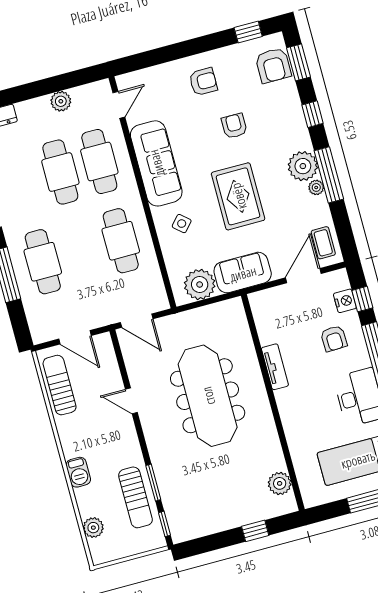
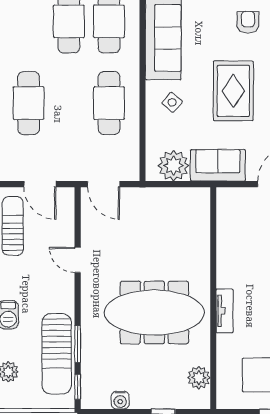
tv unit: (275, 367) -> (225, 311), moved
meeting table: (208, 396) -> (154, 312), moved, turned 90
sun lounger: (135, 497) -> (57, 354), width x1.36, depth x1.34
water cooler: (209, 526) -> (120, 400), added

